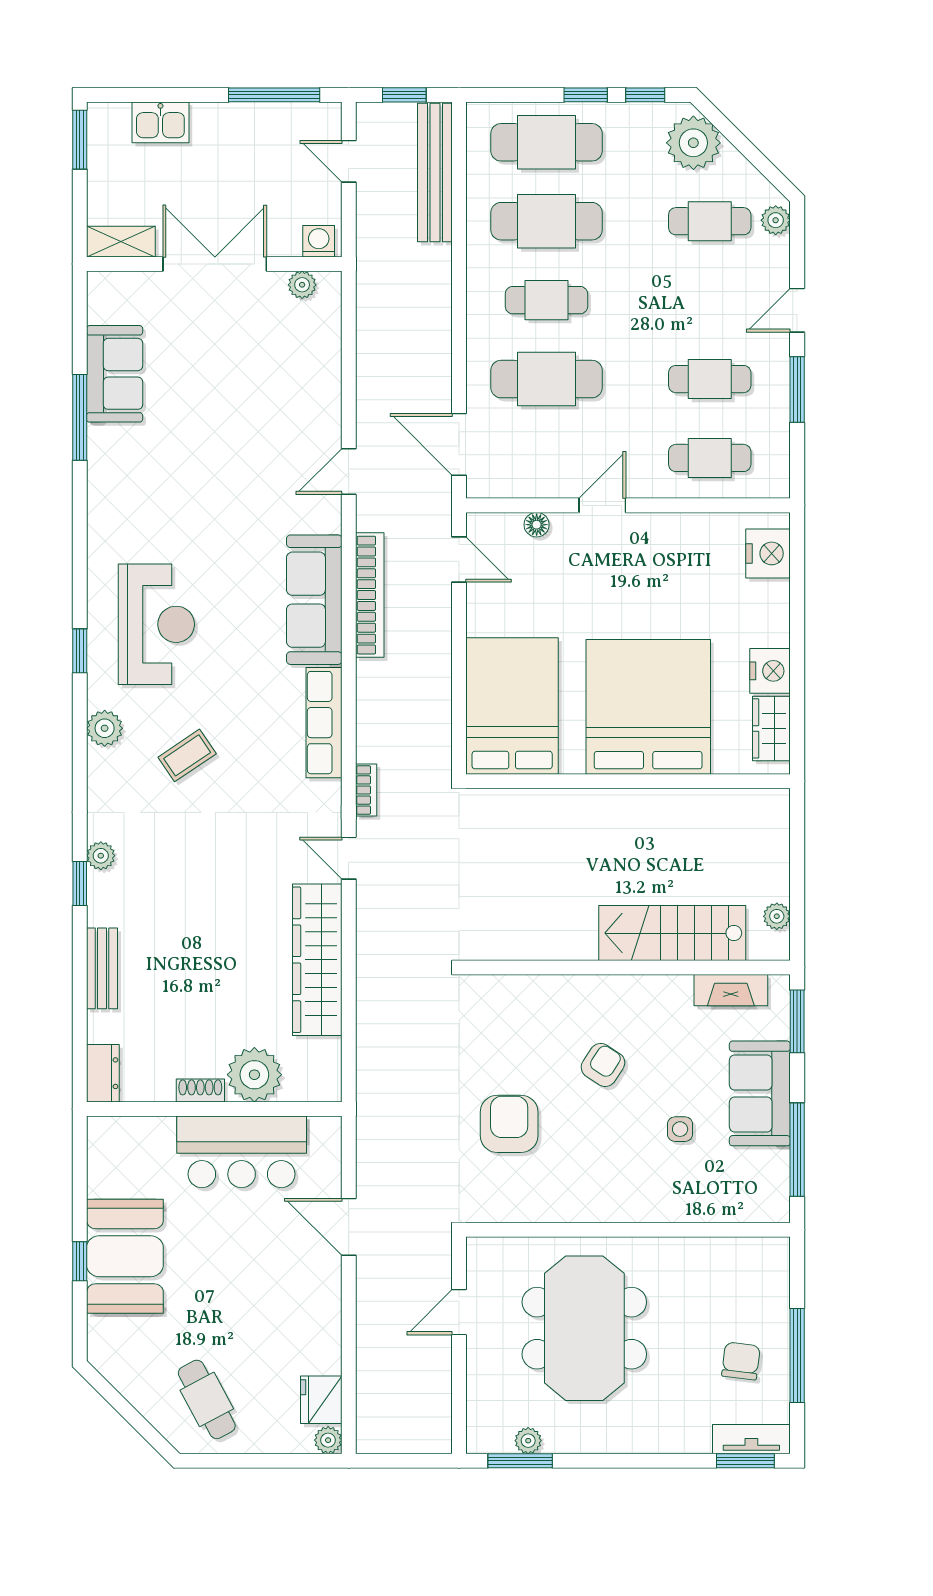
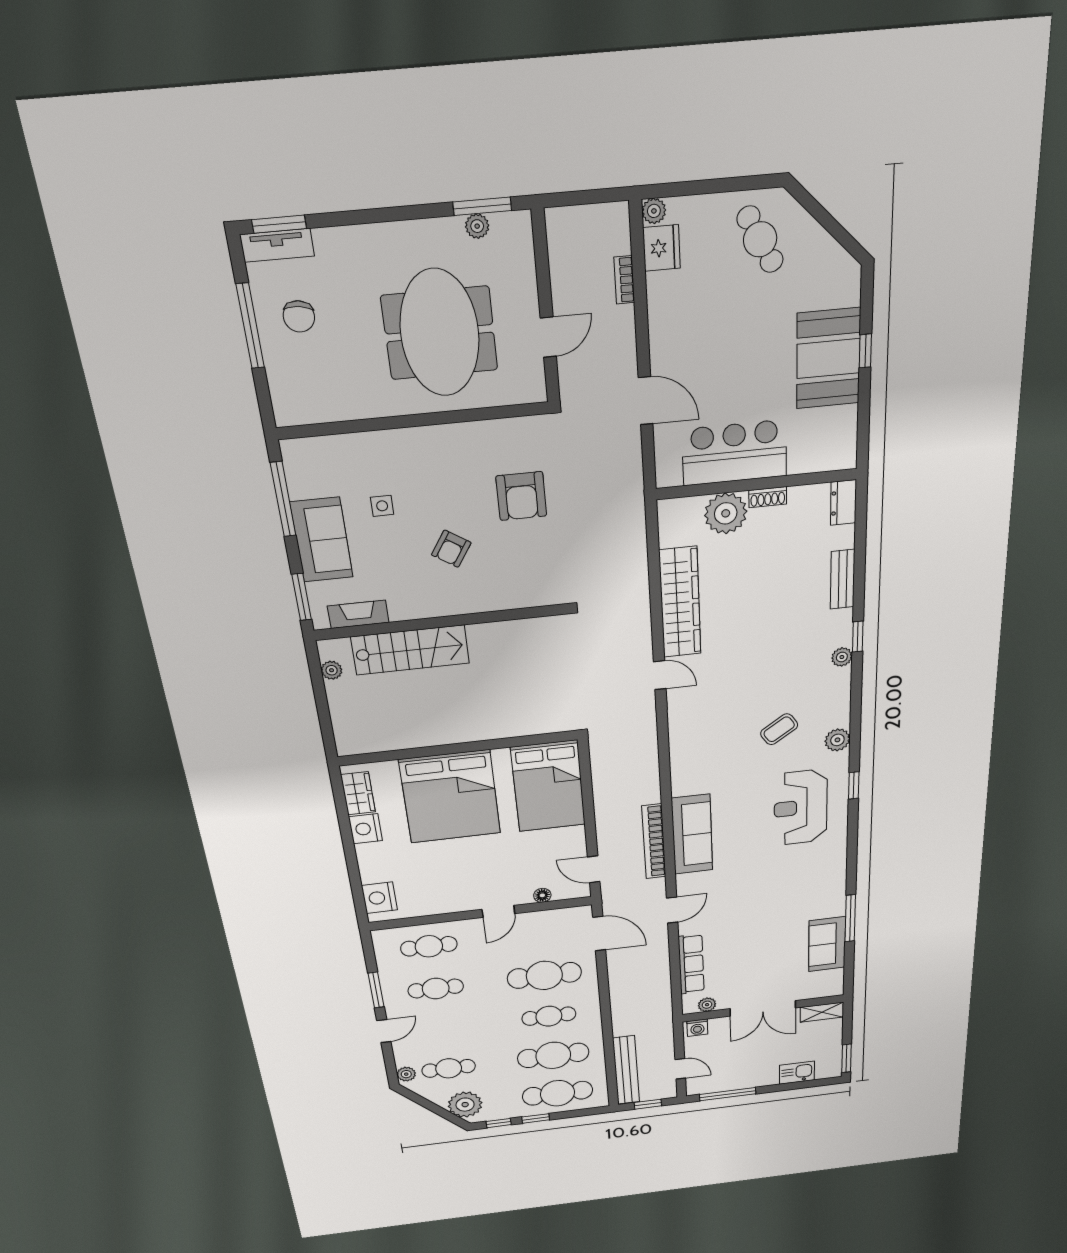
row of seats: (324, 723) -> (691, 964), moved
bookcase: (366, 790) -> (624, 280), moved

